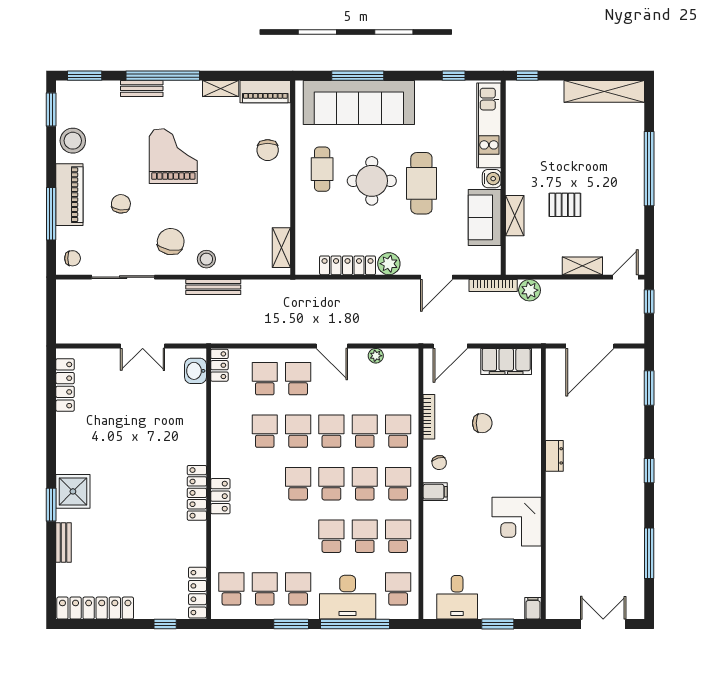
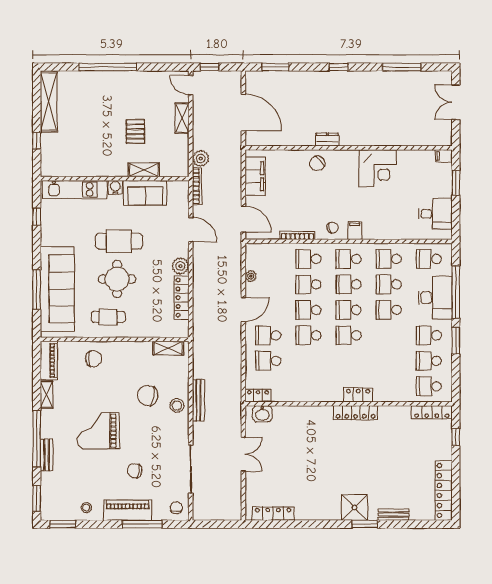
window: (527, 76) -> (37, 141), moved
stool: (73, 141) -> (86, 508), width x0.53, depth x0.53
chair: (171, 242) -> (148, 395), moved
chair: (482, 423) -> (317, 163), moved, turned -130
school desk: (265, 431) -> (308, 361), removed

